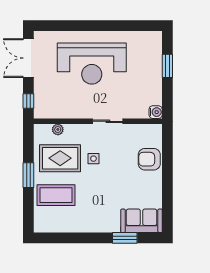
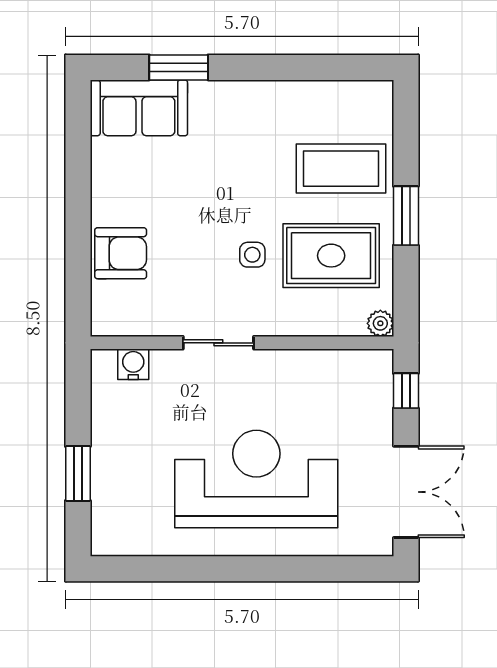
water cooler: (156, 112) -> (133, 364), moved, turned 90
plant: (58, 129) -> (380, 323), moved

